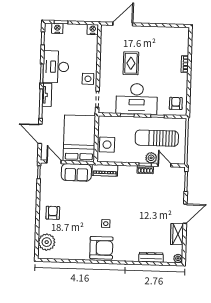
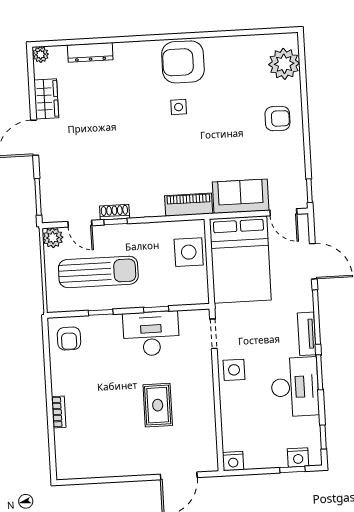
desk: (137, 99) -> (151, 334), width x0.73, depth x0.77
plant: (151, 158) -> (53, 238), moved
armchair: (53, 213) -> (277, 119), turned -89

